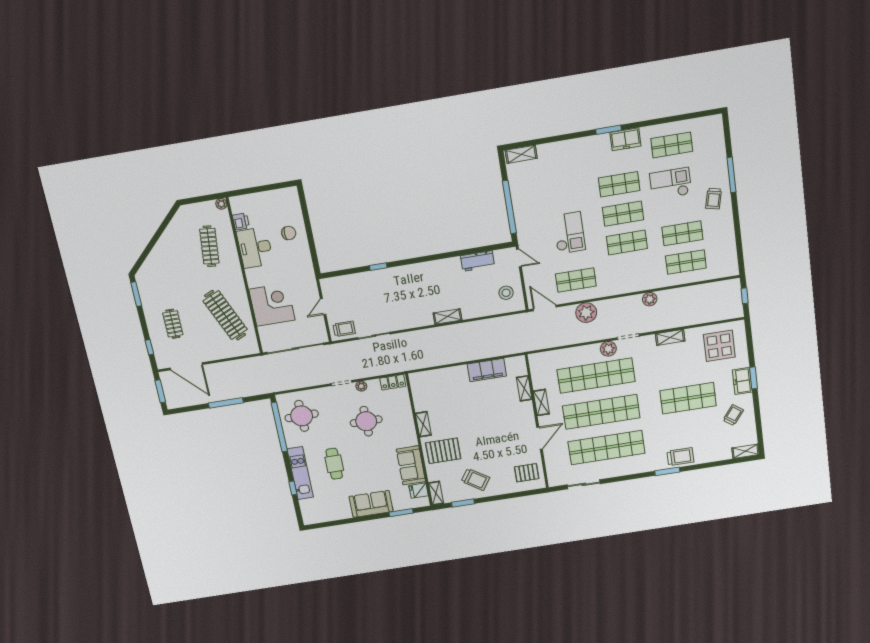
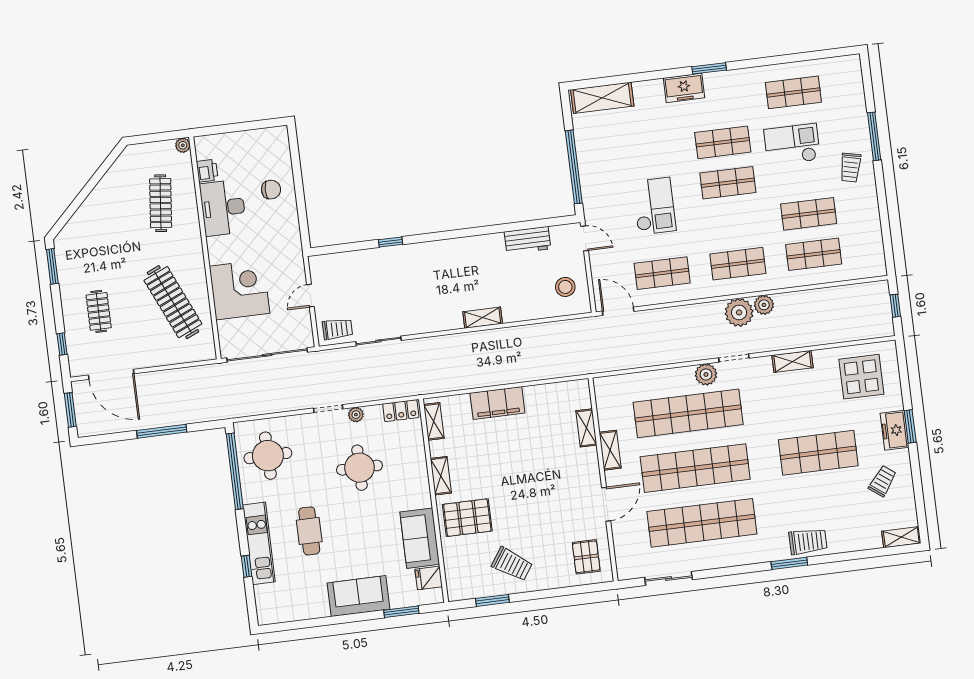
freezer: (625, 139) -> (684, 88), moved
shelving: (521, 154) -> (602, 98), width x1.50, depth x1.33
shop shelf: (627, 243) -> (738, 264), moved
plant: (586, 313) -> (739, 312), moved
filing cabinet: (487, 370) -> (497, 403), moved
pallet: (527, 473) -> (586, 557), turned 90
shelving: (436, 493) -> (434, 421), moved

